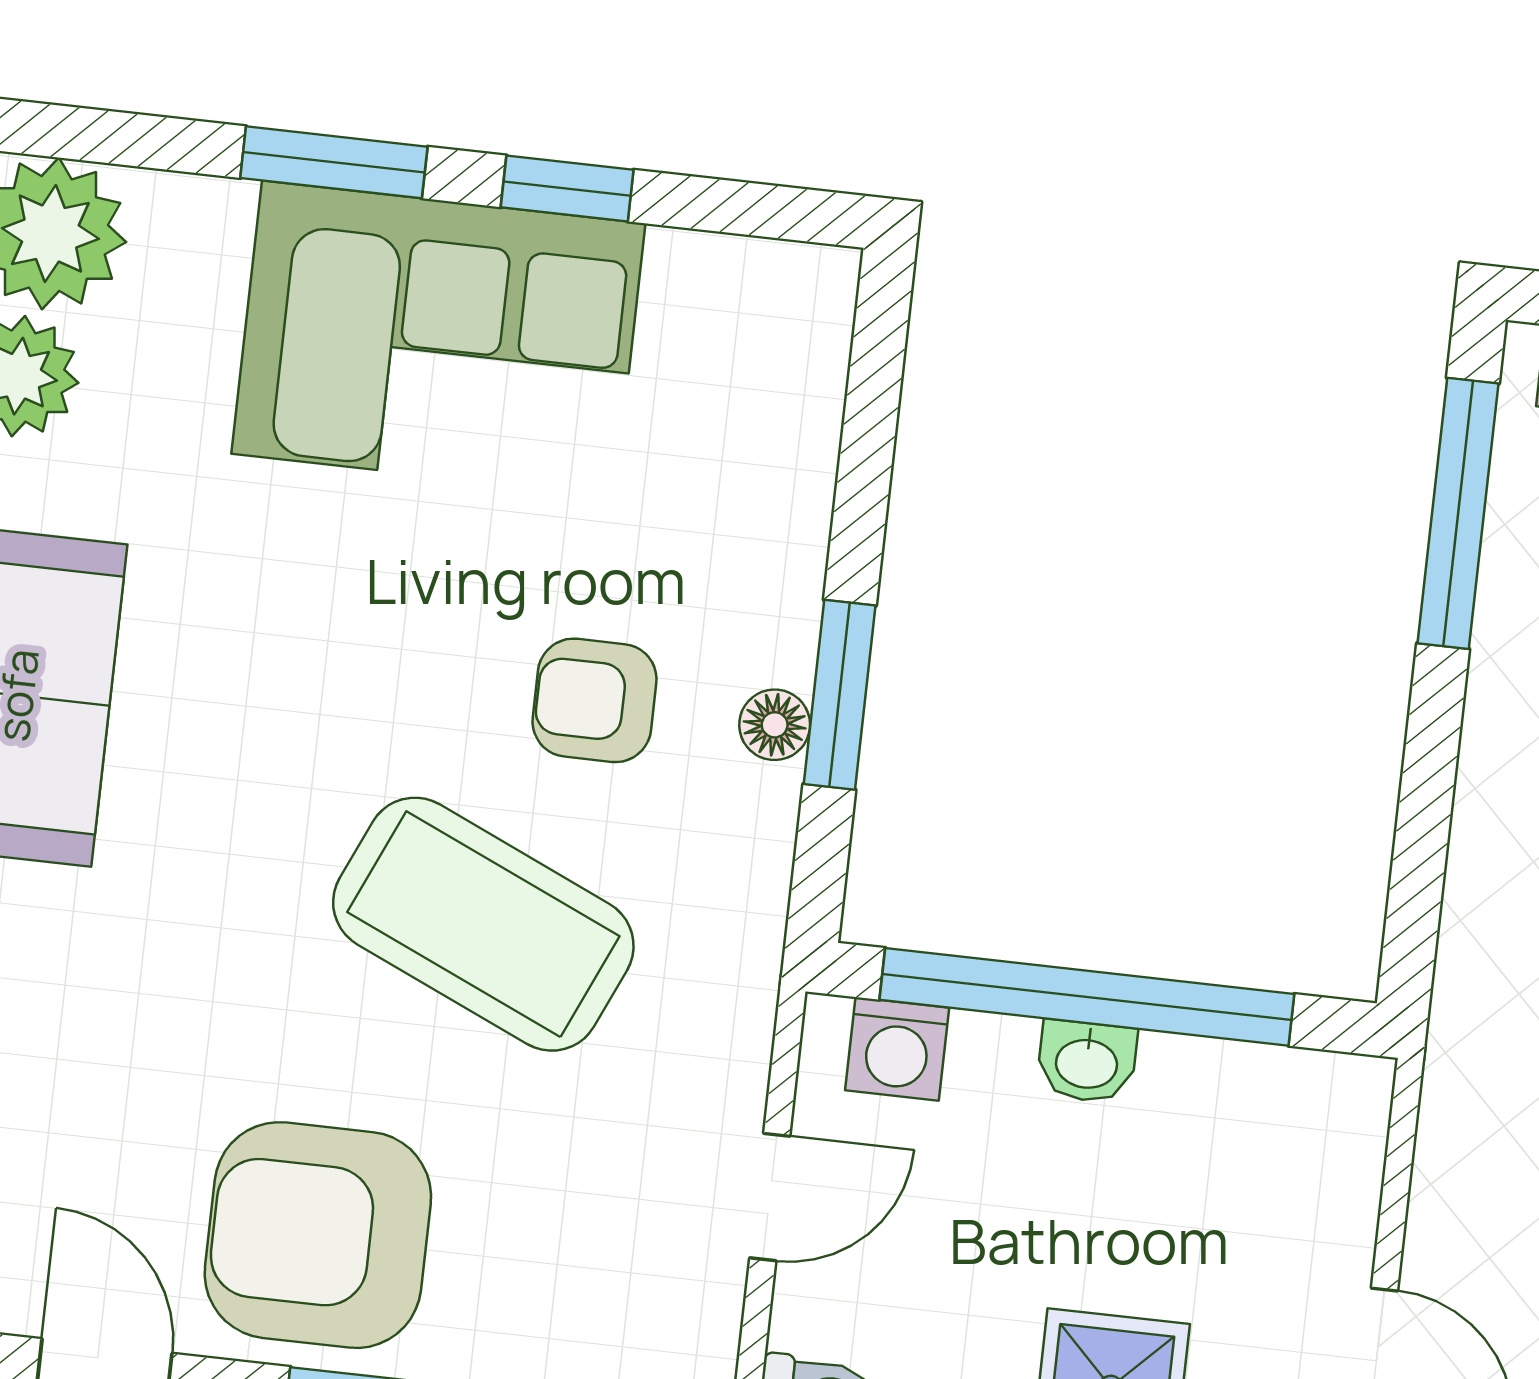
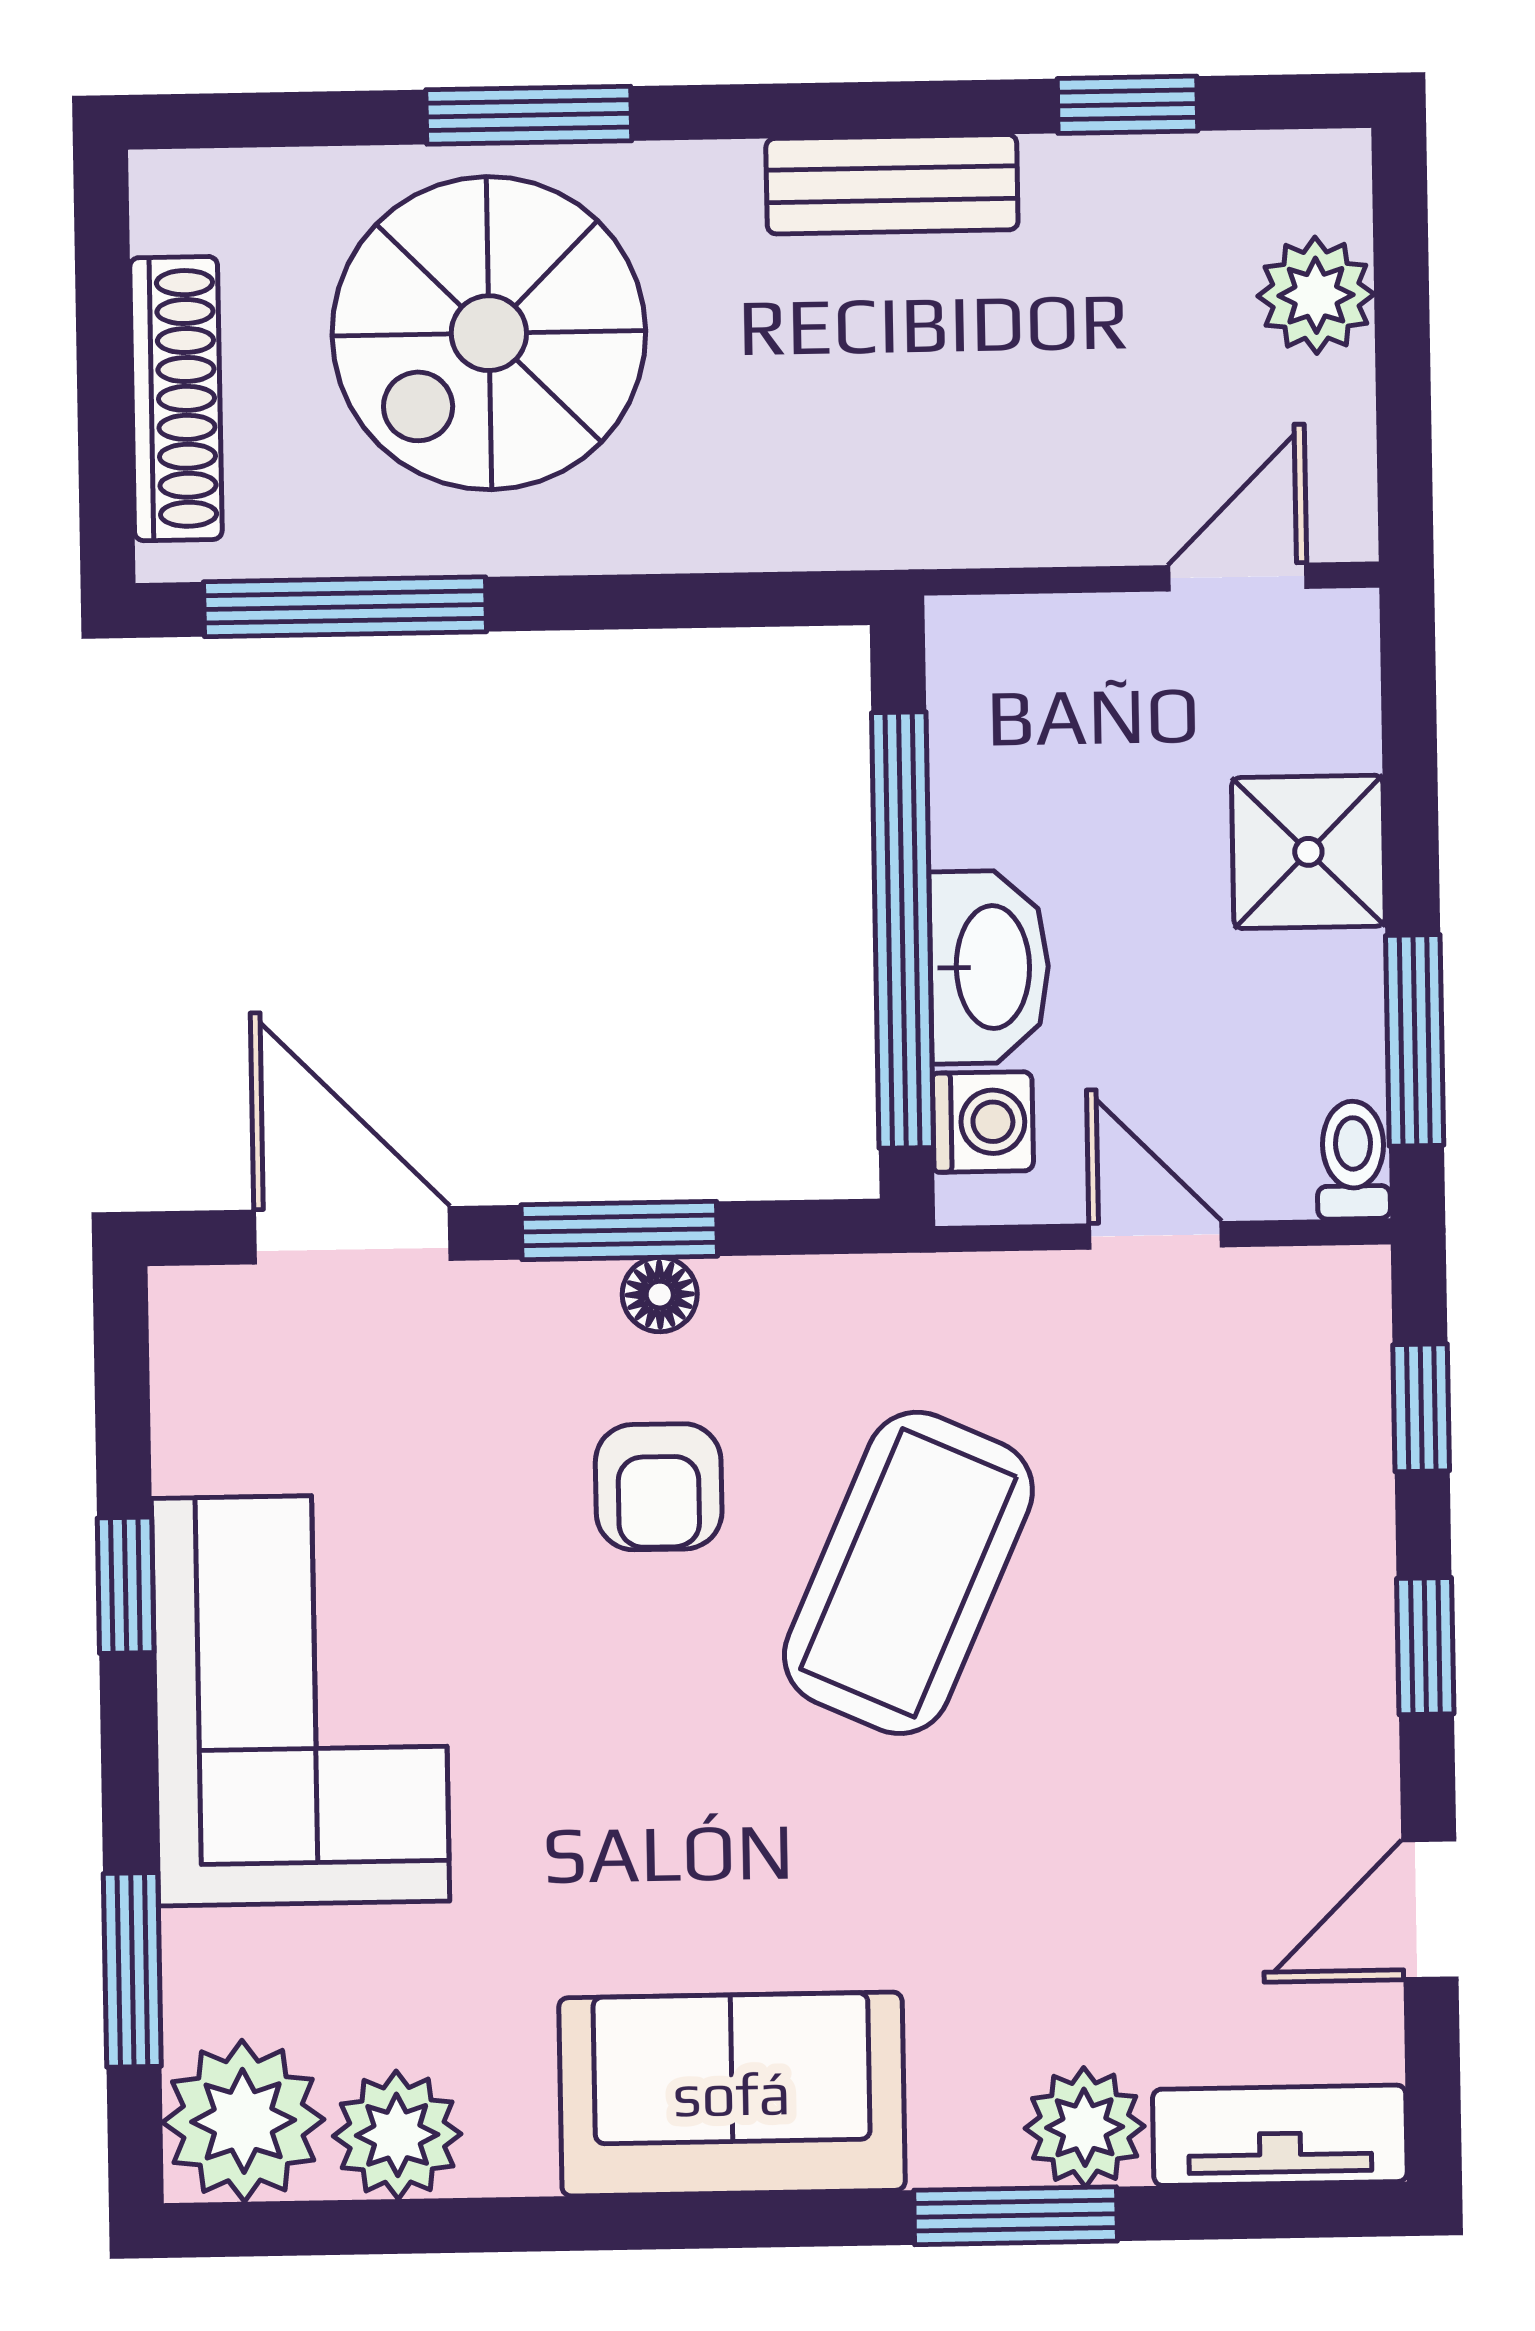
window: (334, 162) -> (132, 1970), moved
door: (868, 444) -> (352, 1235), added
washbasin: (1087, 1062) -> (989, 967), width x1.91, depth x1.45
armchair: (318, 1235) -> (1257, 1704), removed

